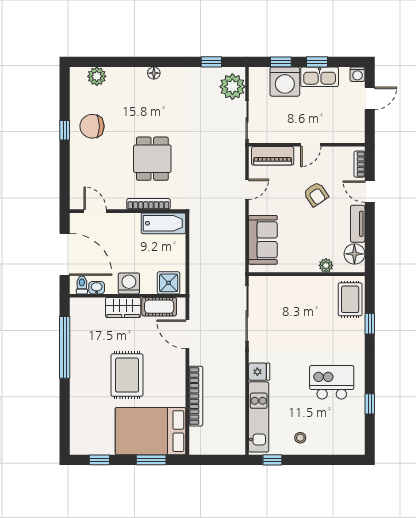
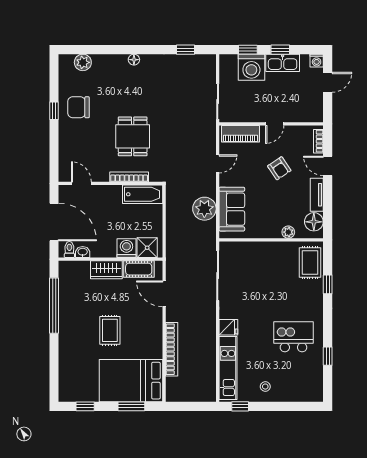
plant: (232, 87) -> (204, 209), moved
washing machine: (129, 283) -> (126, 248), moved
rug: (127, 375) -> (110, 330), width x0.73, depth x0.70

